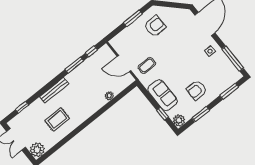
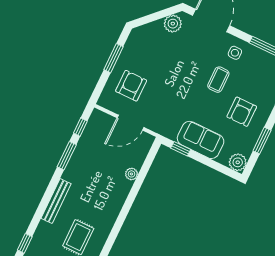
plant: (180, 14) -> (173, 24), added
armchair: (155, 26) -> (131, 86), moved
coffee table: (147, 65) -> (218, 80), moved
window: (163, 114) -> (181, 149), moved

